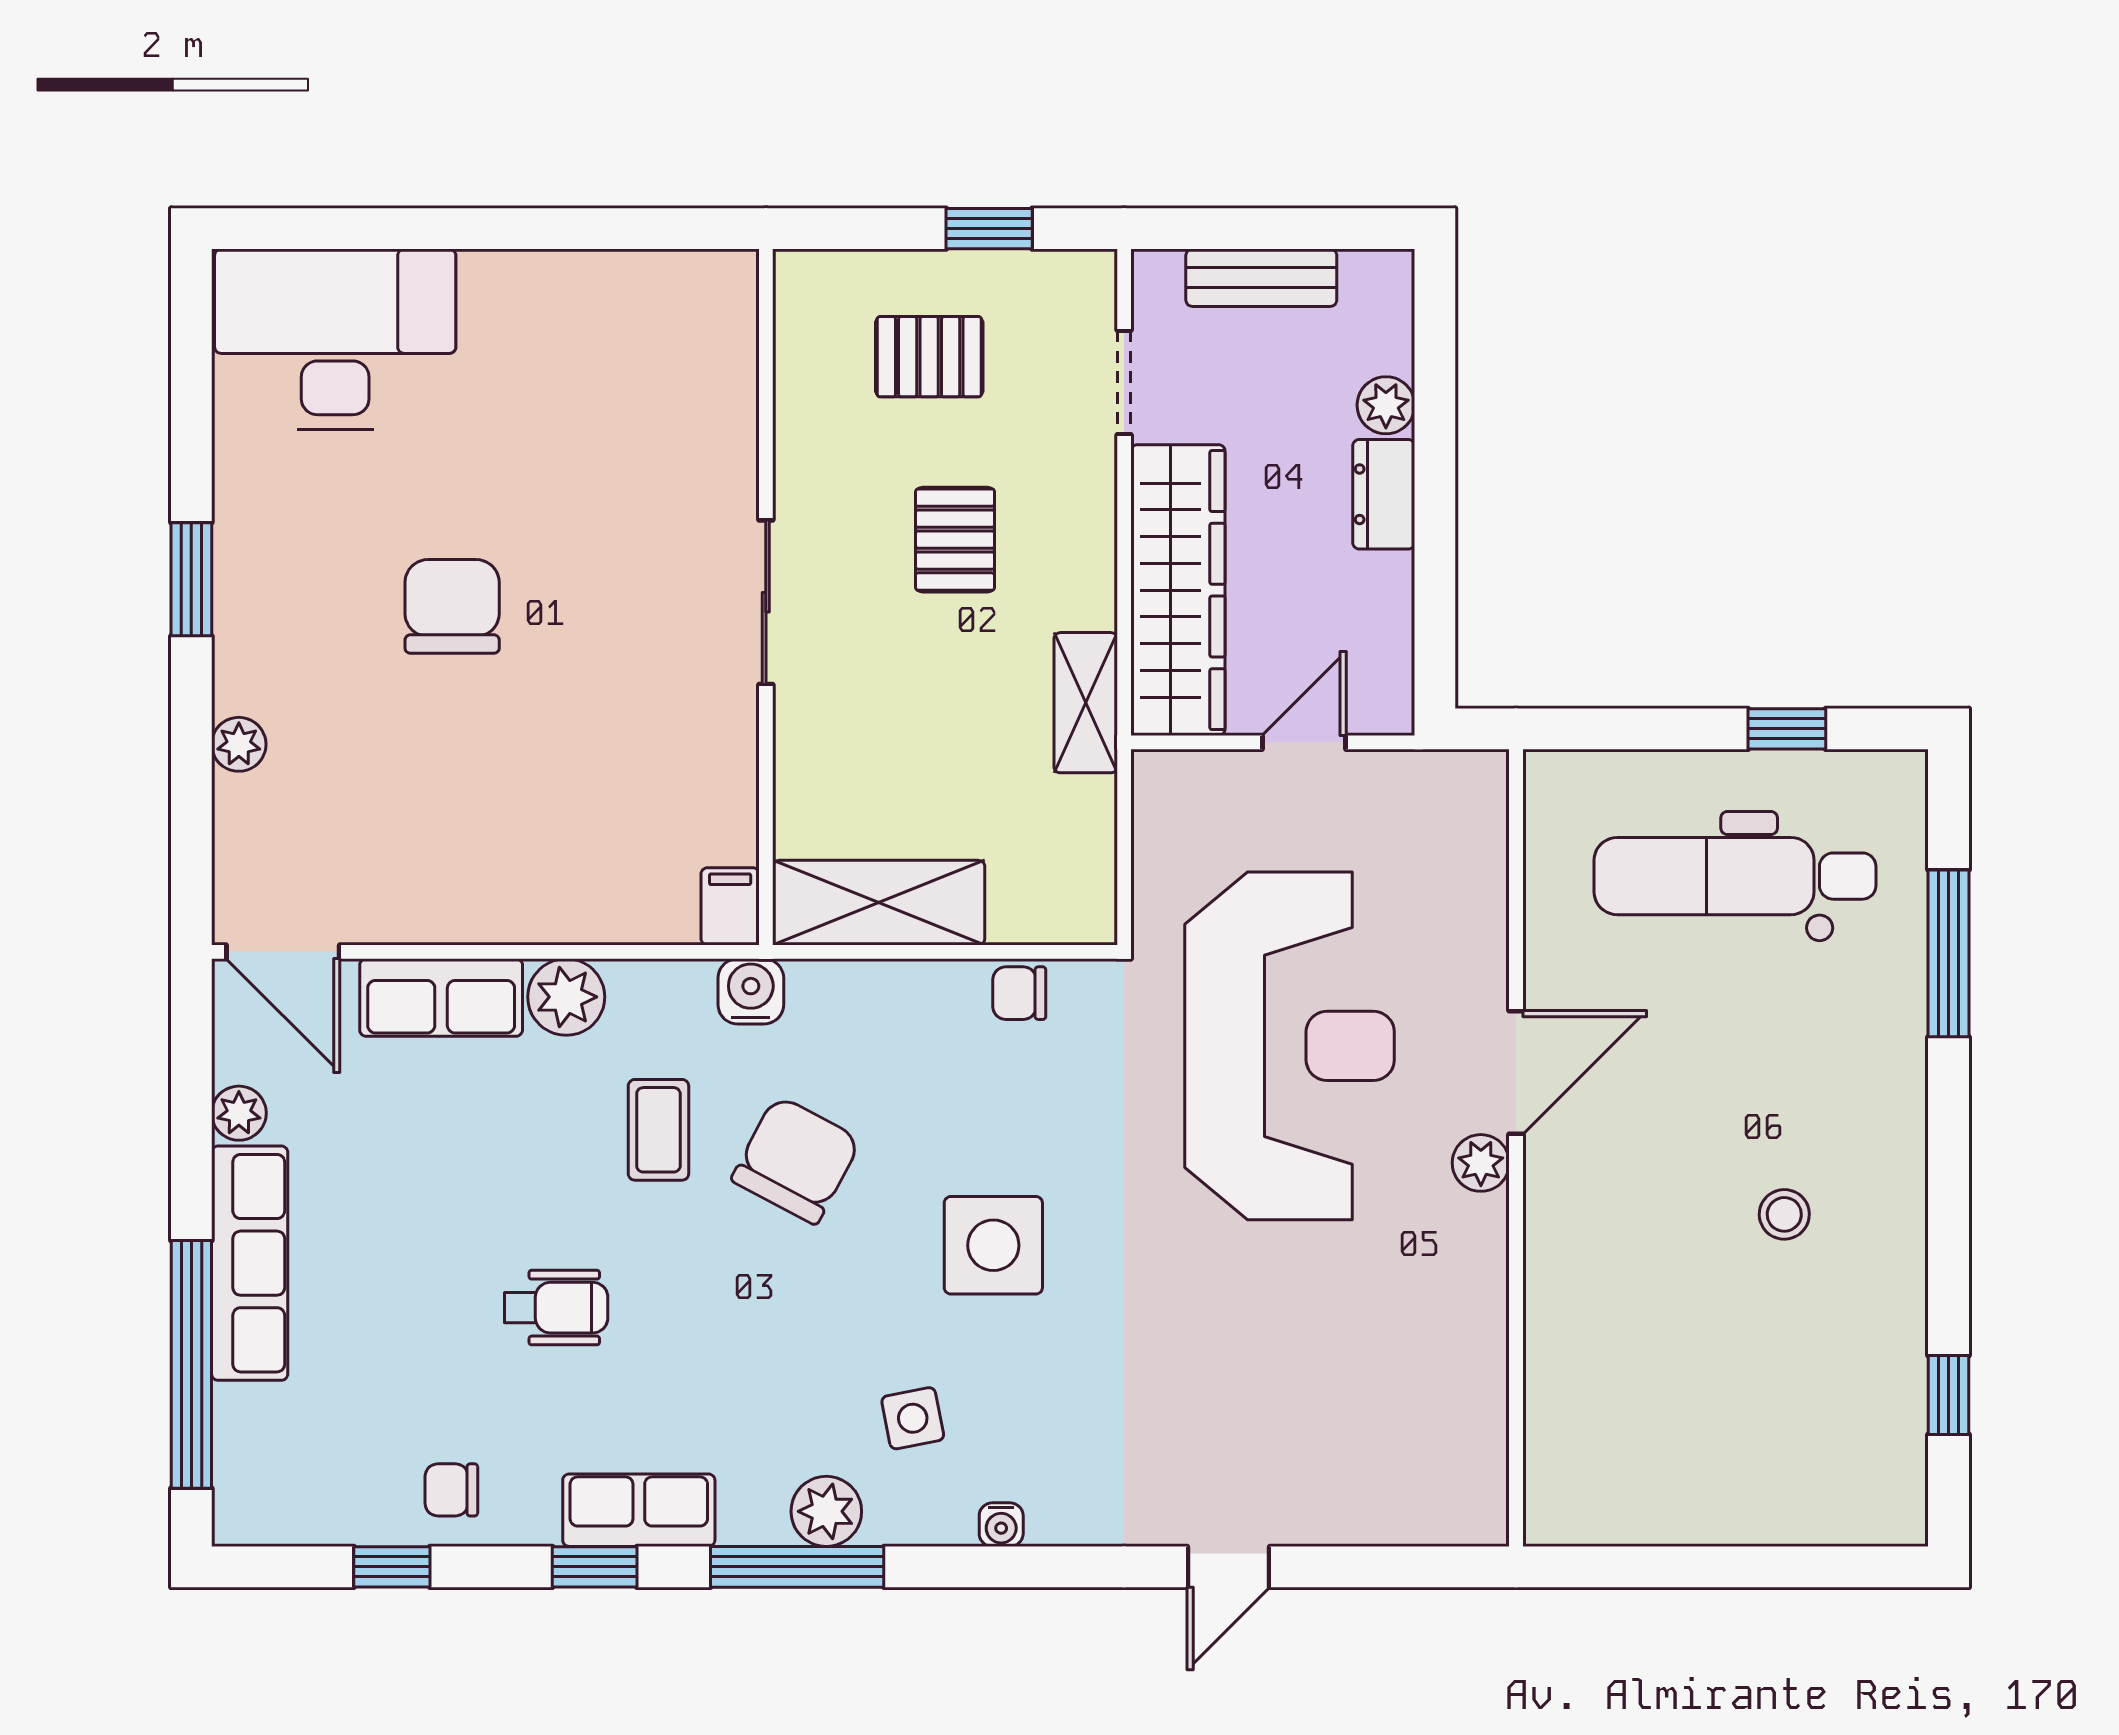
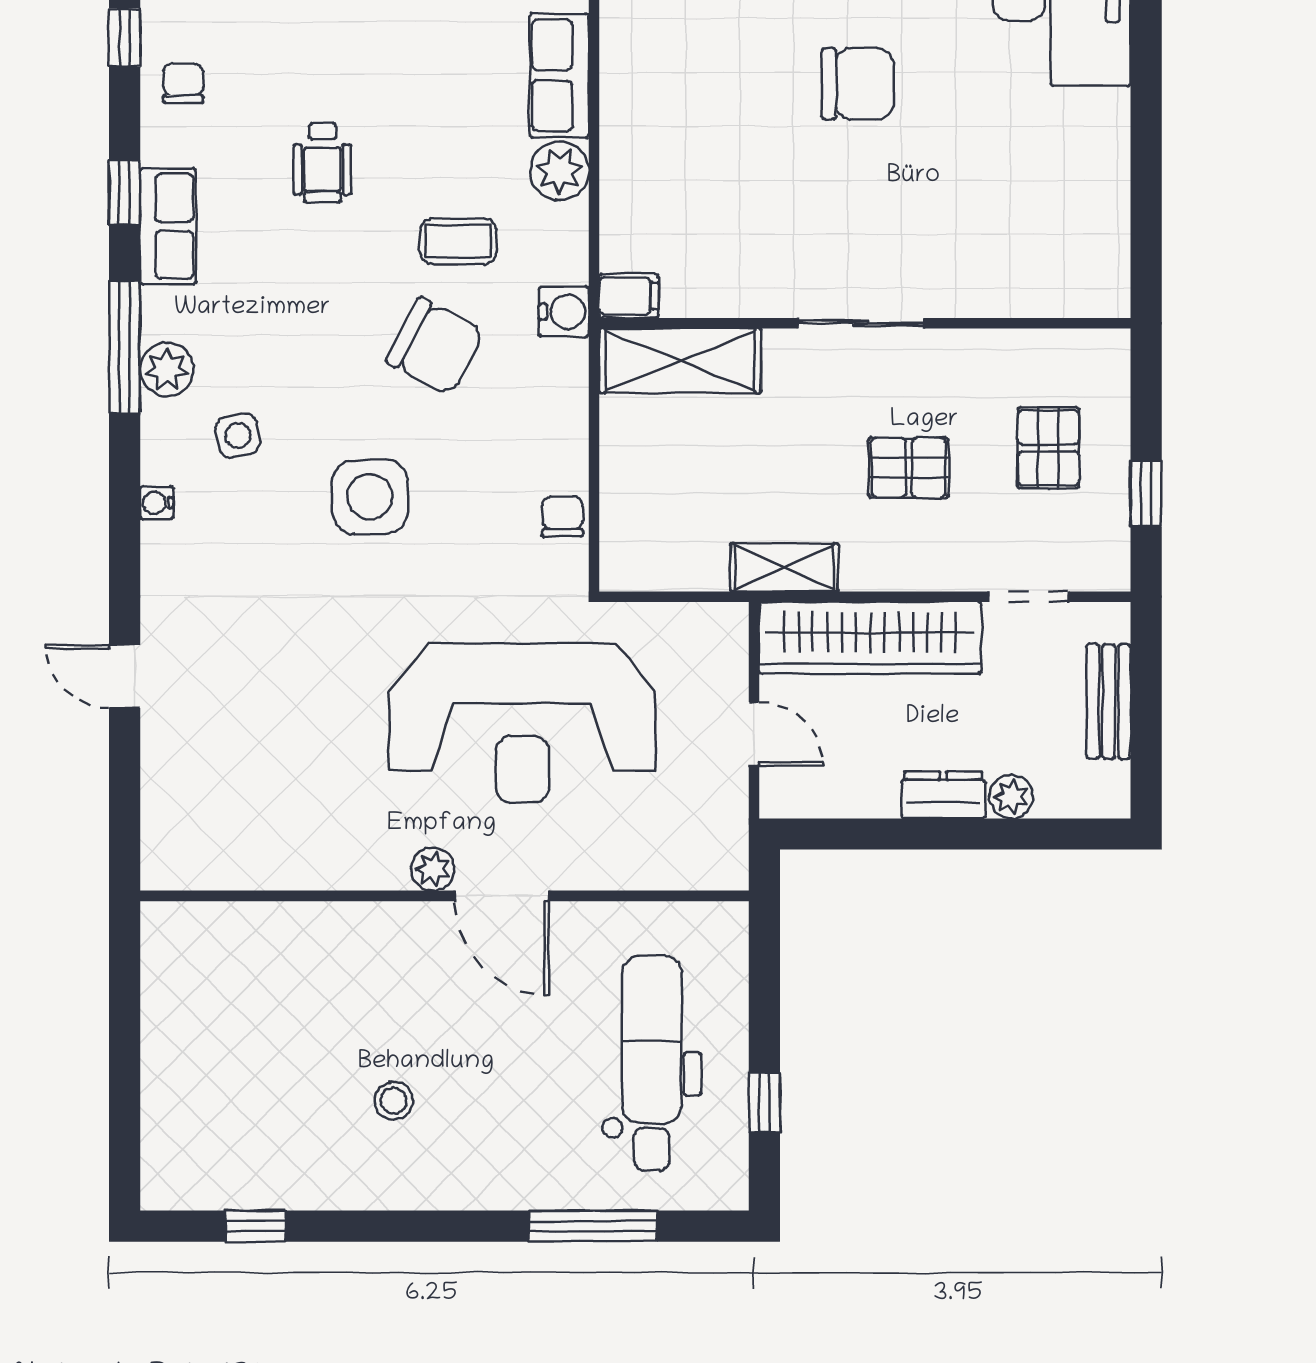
shelving: (879, 903) -> (680, 361), moved, turned 90

